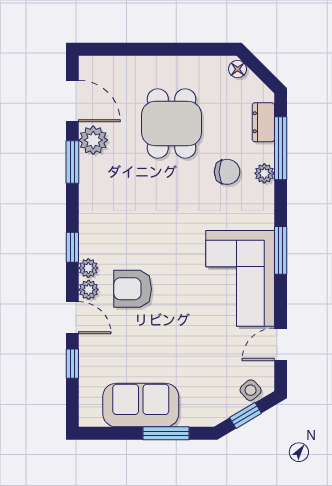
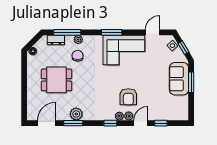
plant: (93, 140) -> (76, 114), moved
door: (281, 344) -> (153, 32), swing flipped
sofa: (141, 405) -> (179, 79), moved

